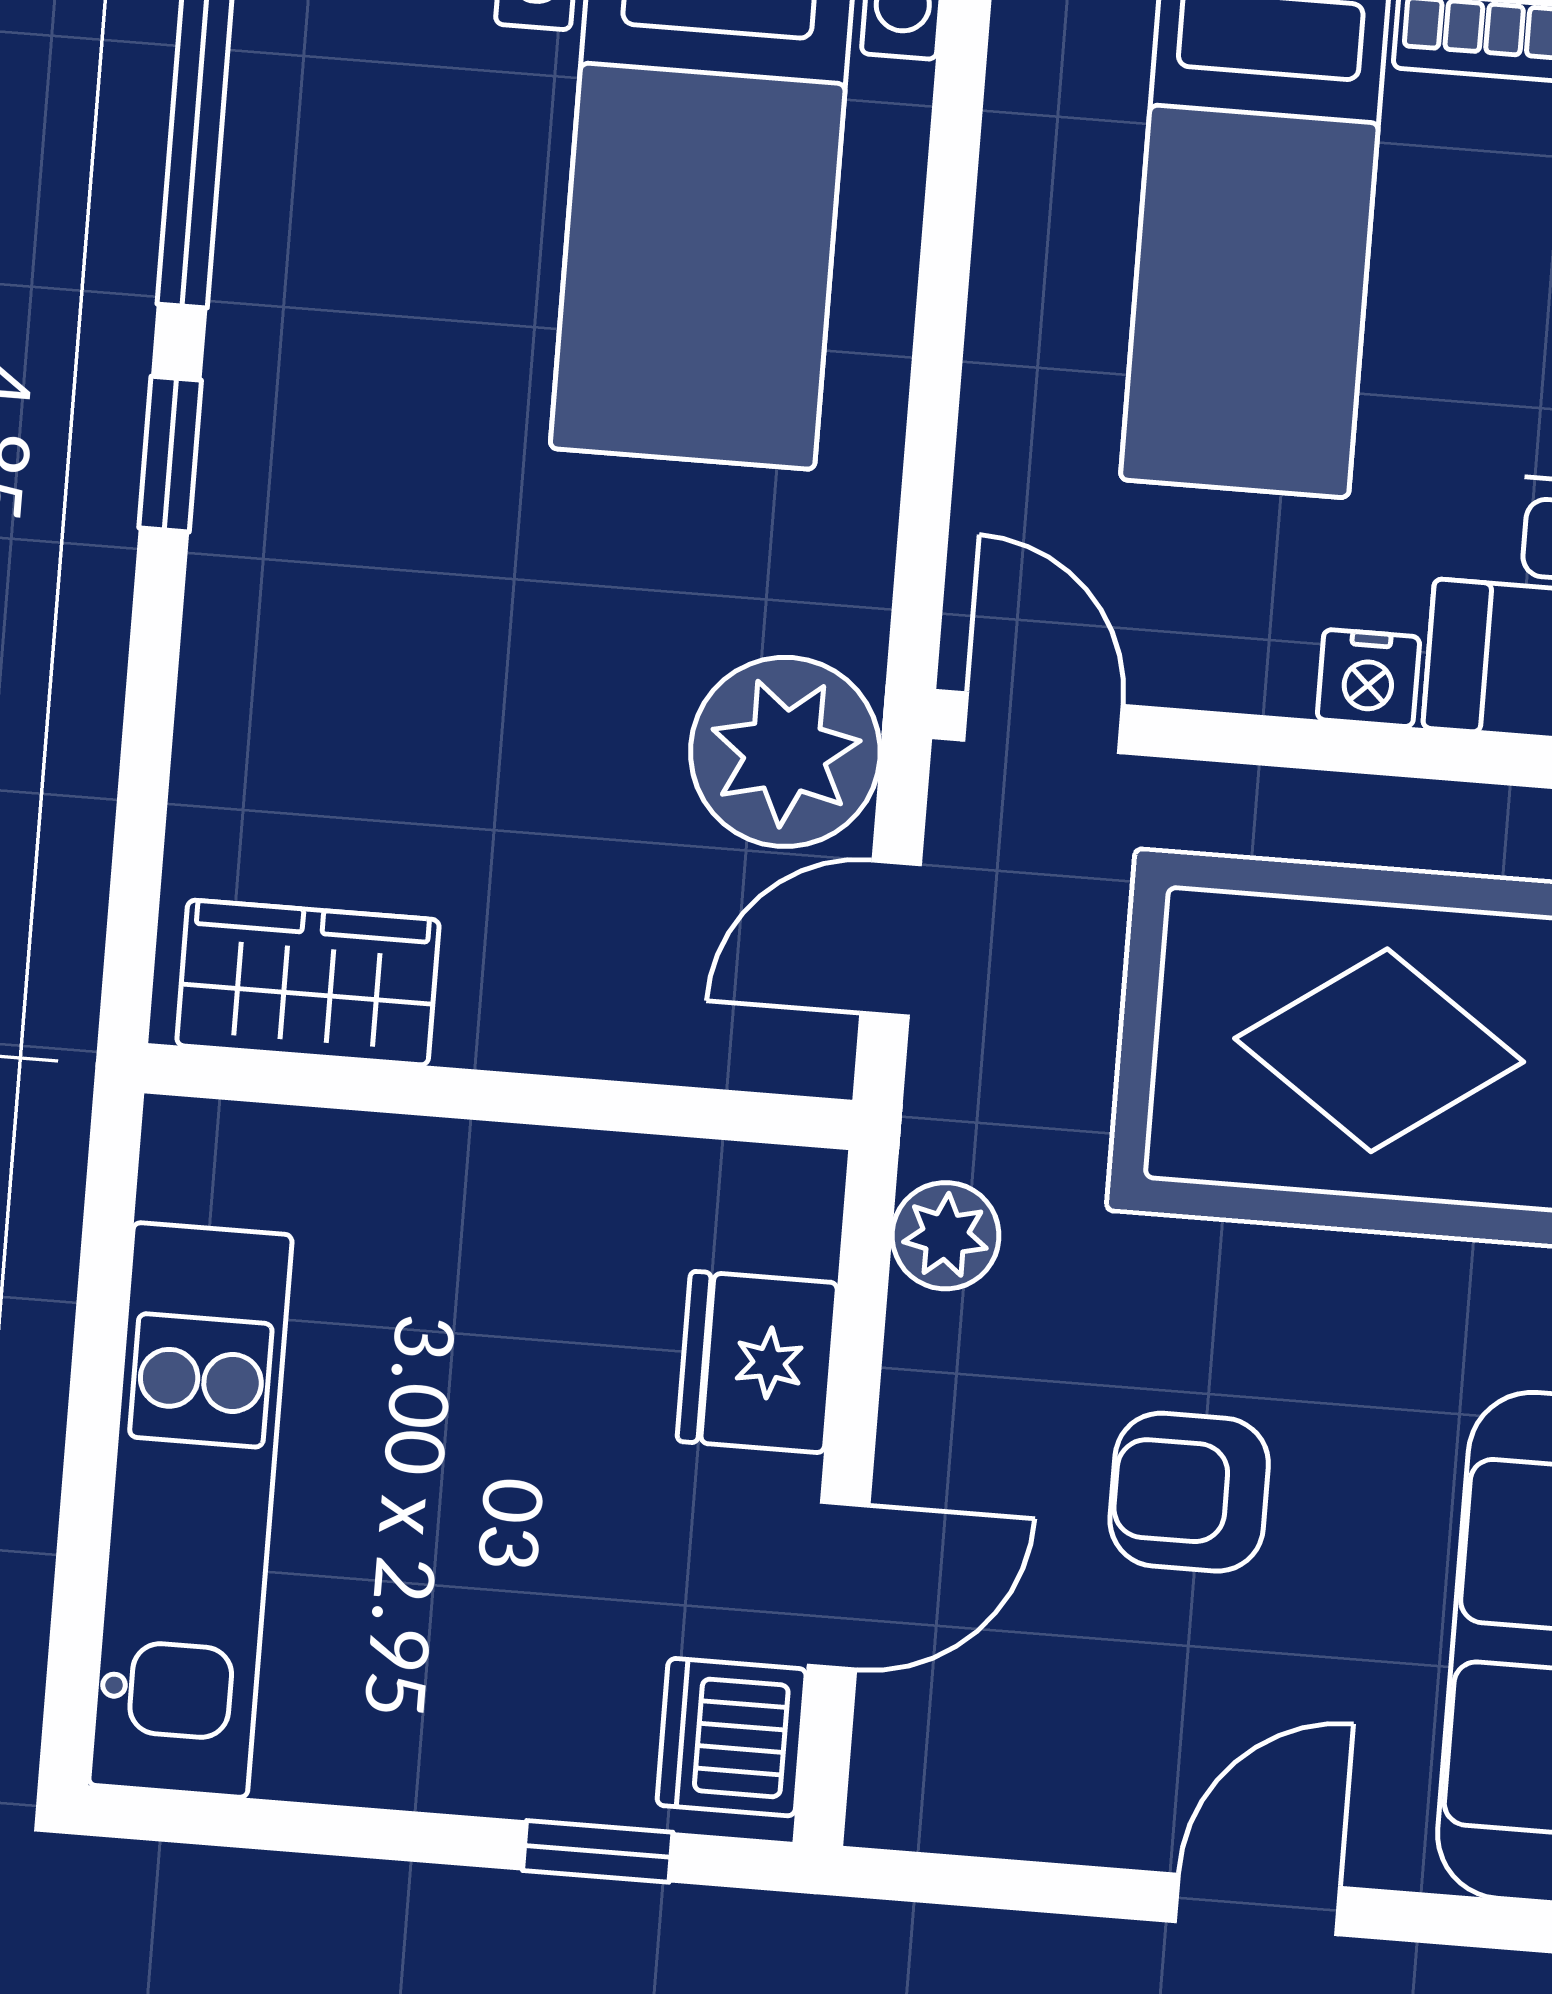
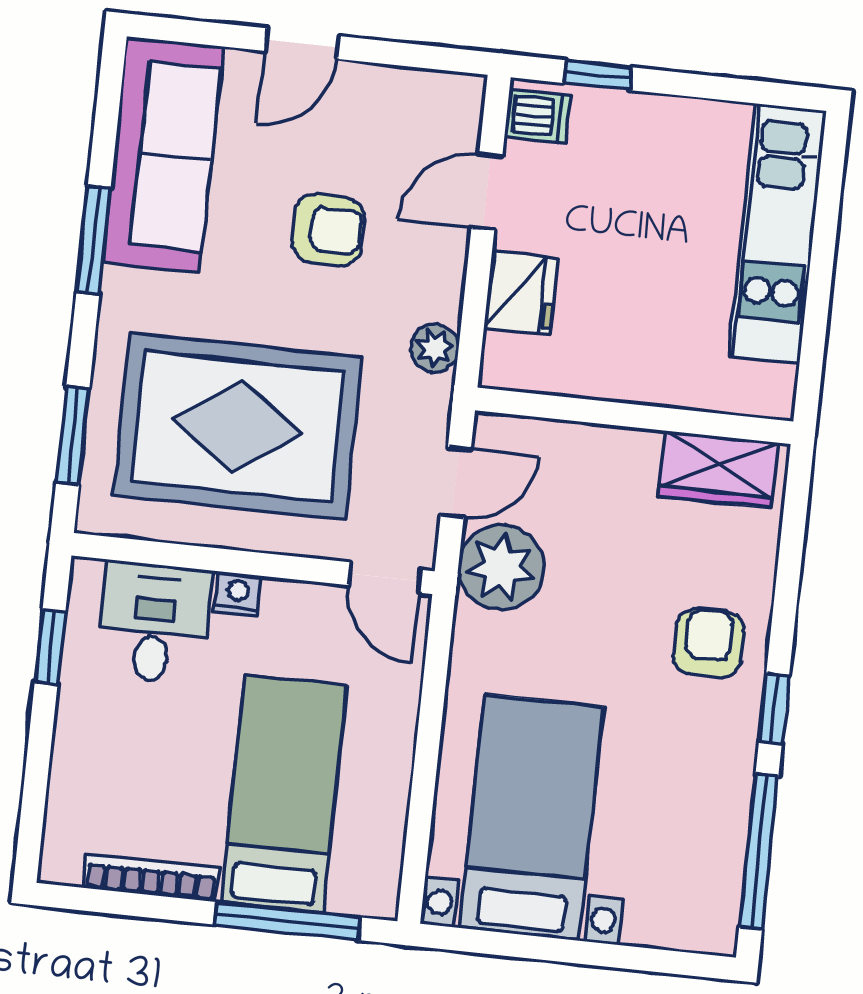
armchair: (319, 595) -> (709, 643), added
dishwasher: (732, 1737) -> (538, 116), width x0.73

